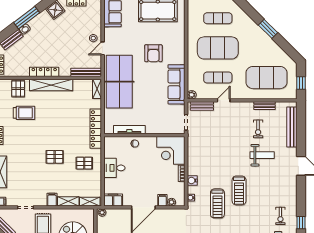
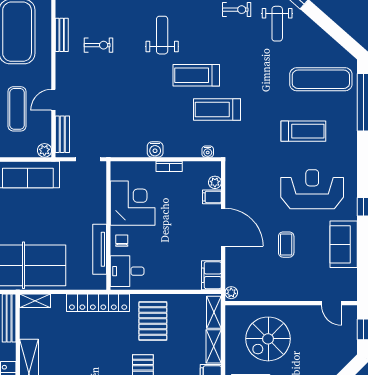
door: (224, 100) -> (53, 100), hinge flipped
corner desk: (171, 150) -> (133, 203), moved, turned -90
weight bench: (262, 155) -> (162, 35), moved
pallet: (84, 163) -> (153, 321), width x1.50, depth x1.42
desk: (114, 168) -> (127, 271), moved, turned 90
water cooler: (192, 181) -> (155, 150), moved
treadmill: (239, 190) -> (196, 75), turned 180
treadmill: (217, 203) -> (217, 110), turned 180

